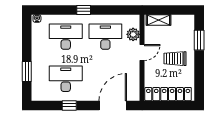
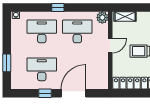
plant: (133, 34) -> (102, 18), moved
door: (113, 105) -> (73, 93), moved

